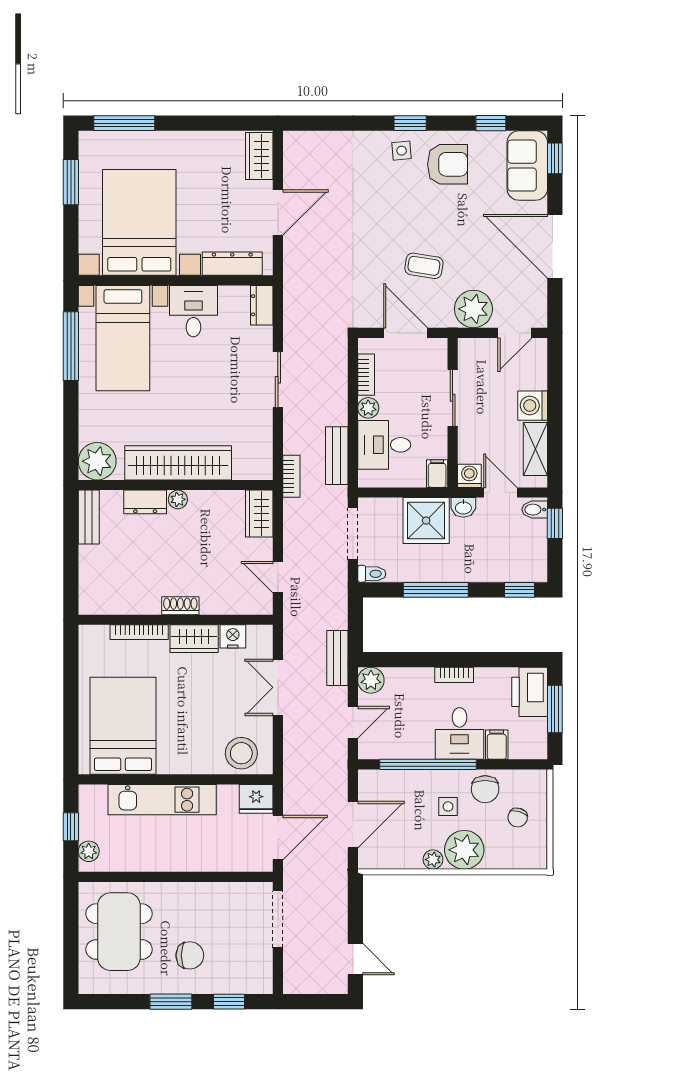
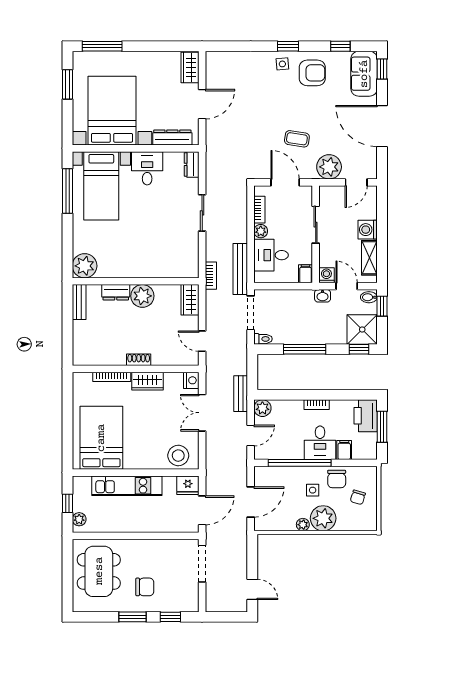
bench: (337, 456) -> (240, 269), width x1.36
wardrobe: (178, 463) -> (137, 267), removed
plant: (178, 499) -> (142, 296), width x1.88, depth x1.88
shower: (426, 521) -> (362, 330), moved
nightstand: (233, 636) -> (191, 380), moved, turned 90

